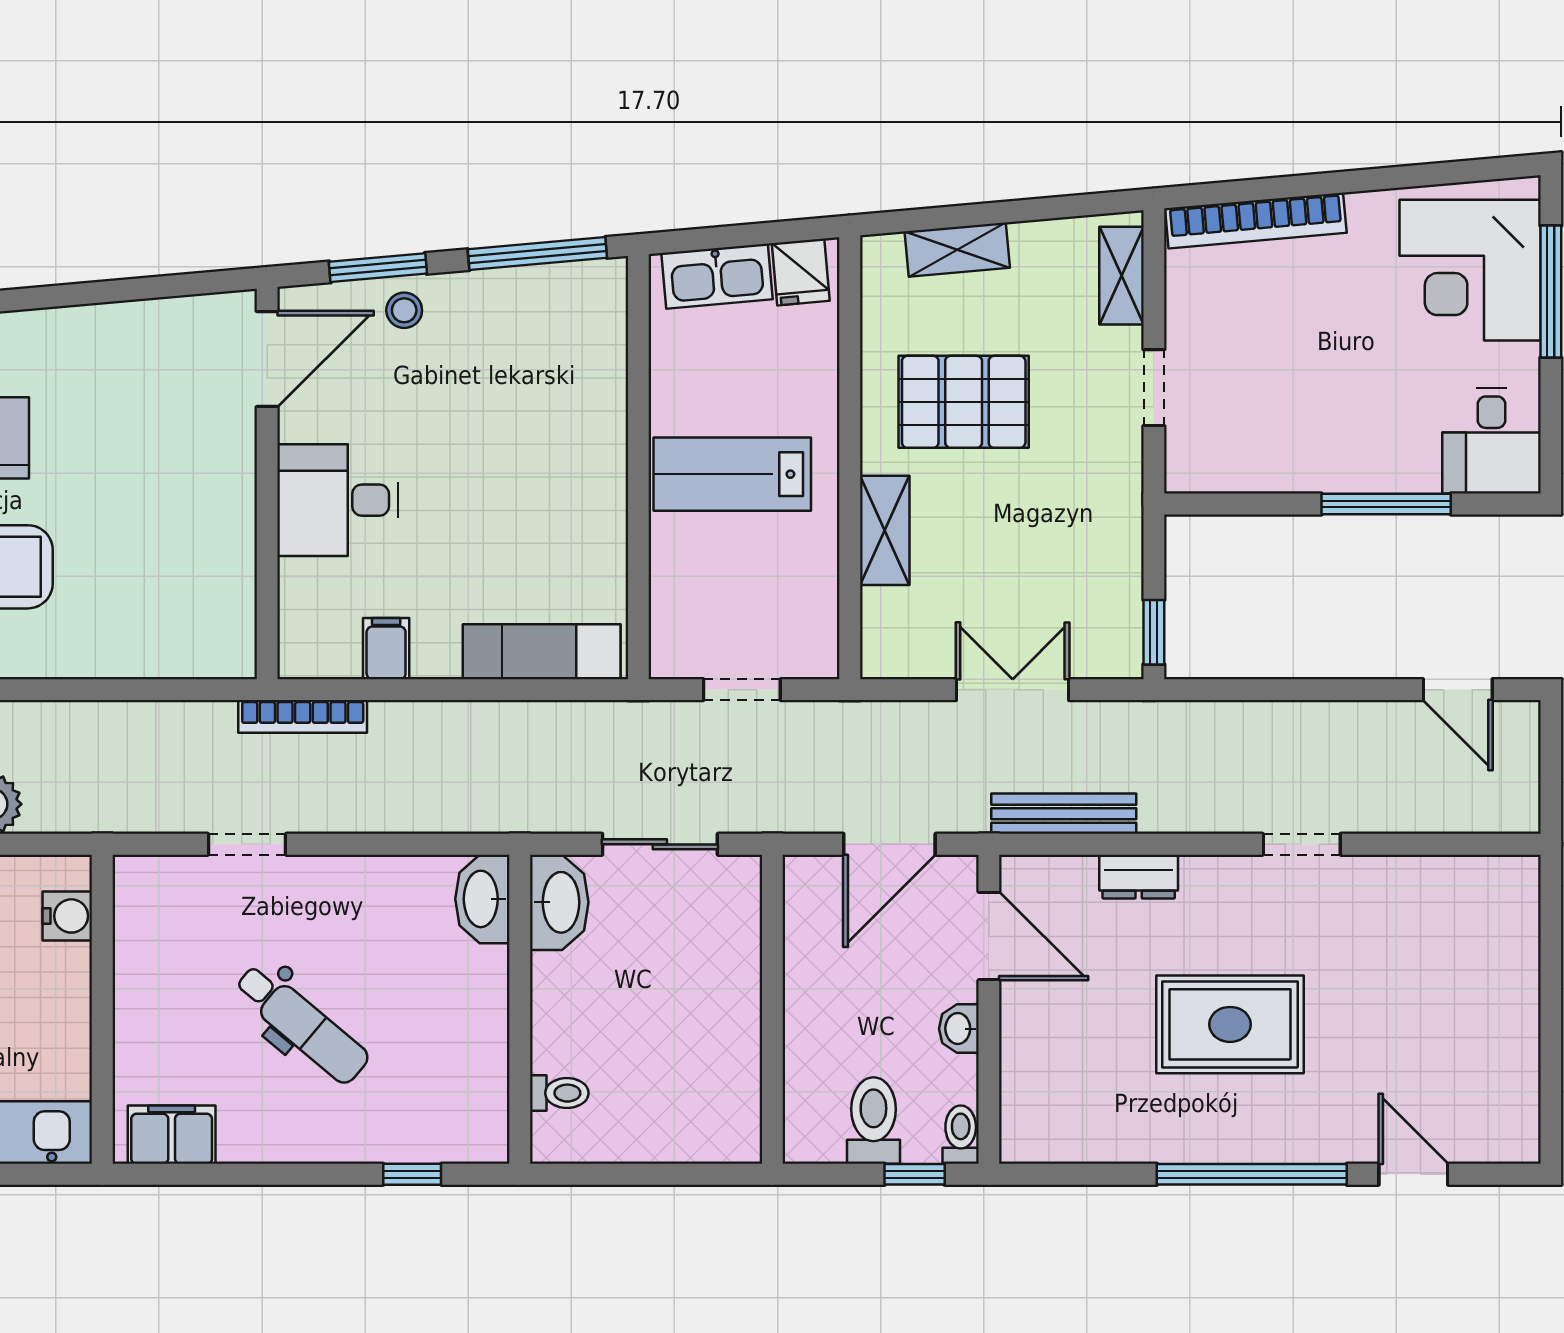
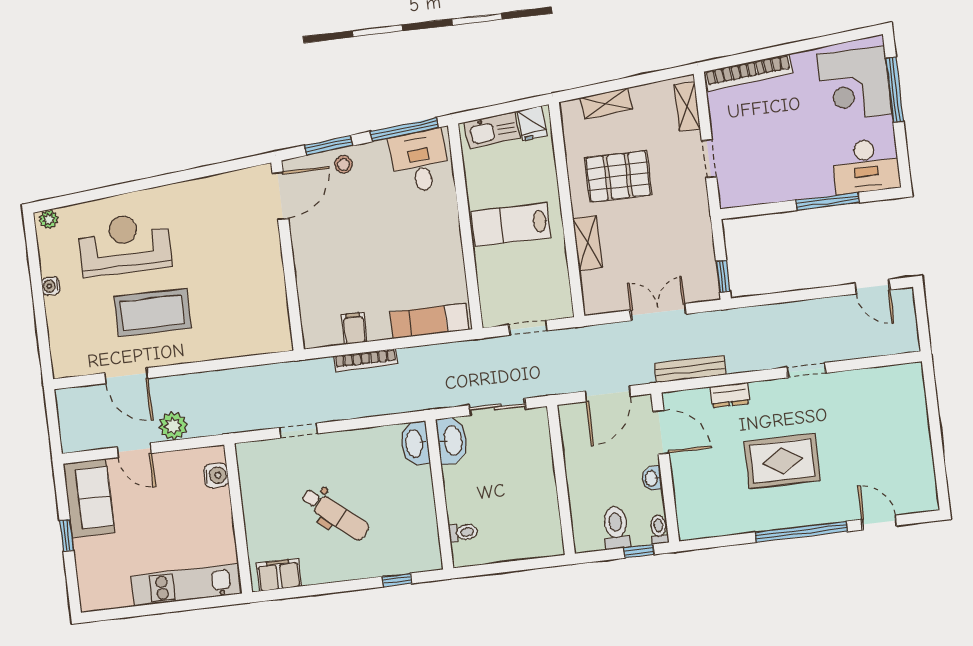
desk: (1492, 441) -> (866, 166), width x1.37
desk: (338, 500) -> (420, 161), moved, turned 85
bookcase: (303, 716) -> (366, 360), moved

